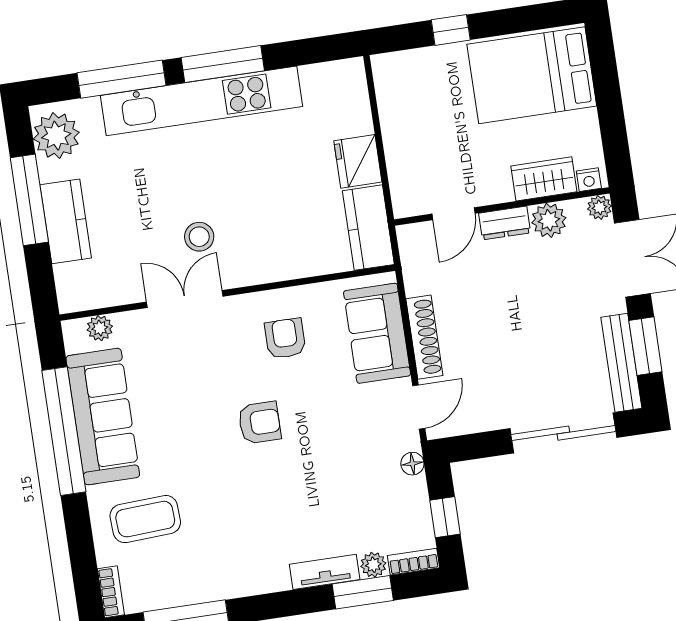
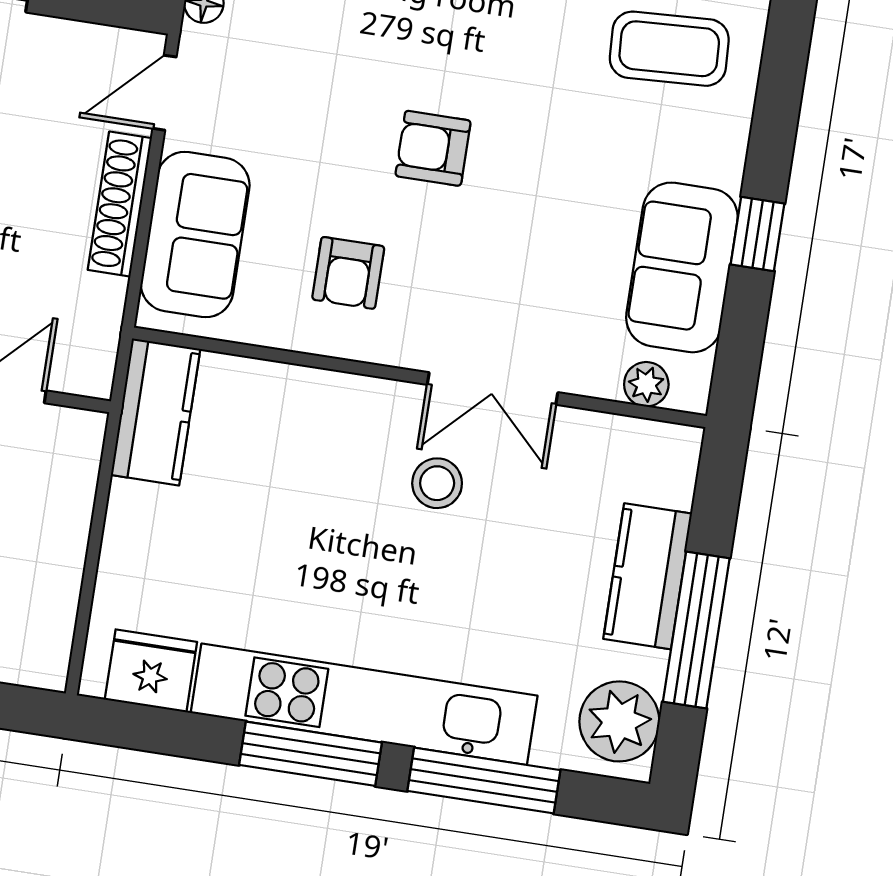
fridge: (358, 161) -> (151, 671), moved, turned -90
sofa: (103, 417) -> (682, 267), width x0.73
window: (64, 431) -> (758, 234), width x0.32

